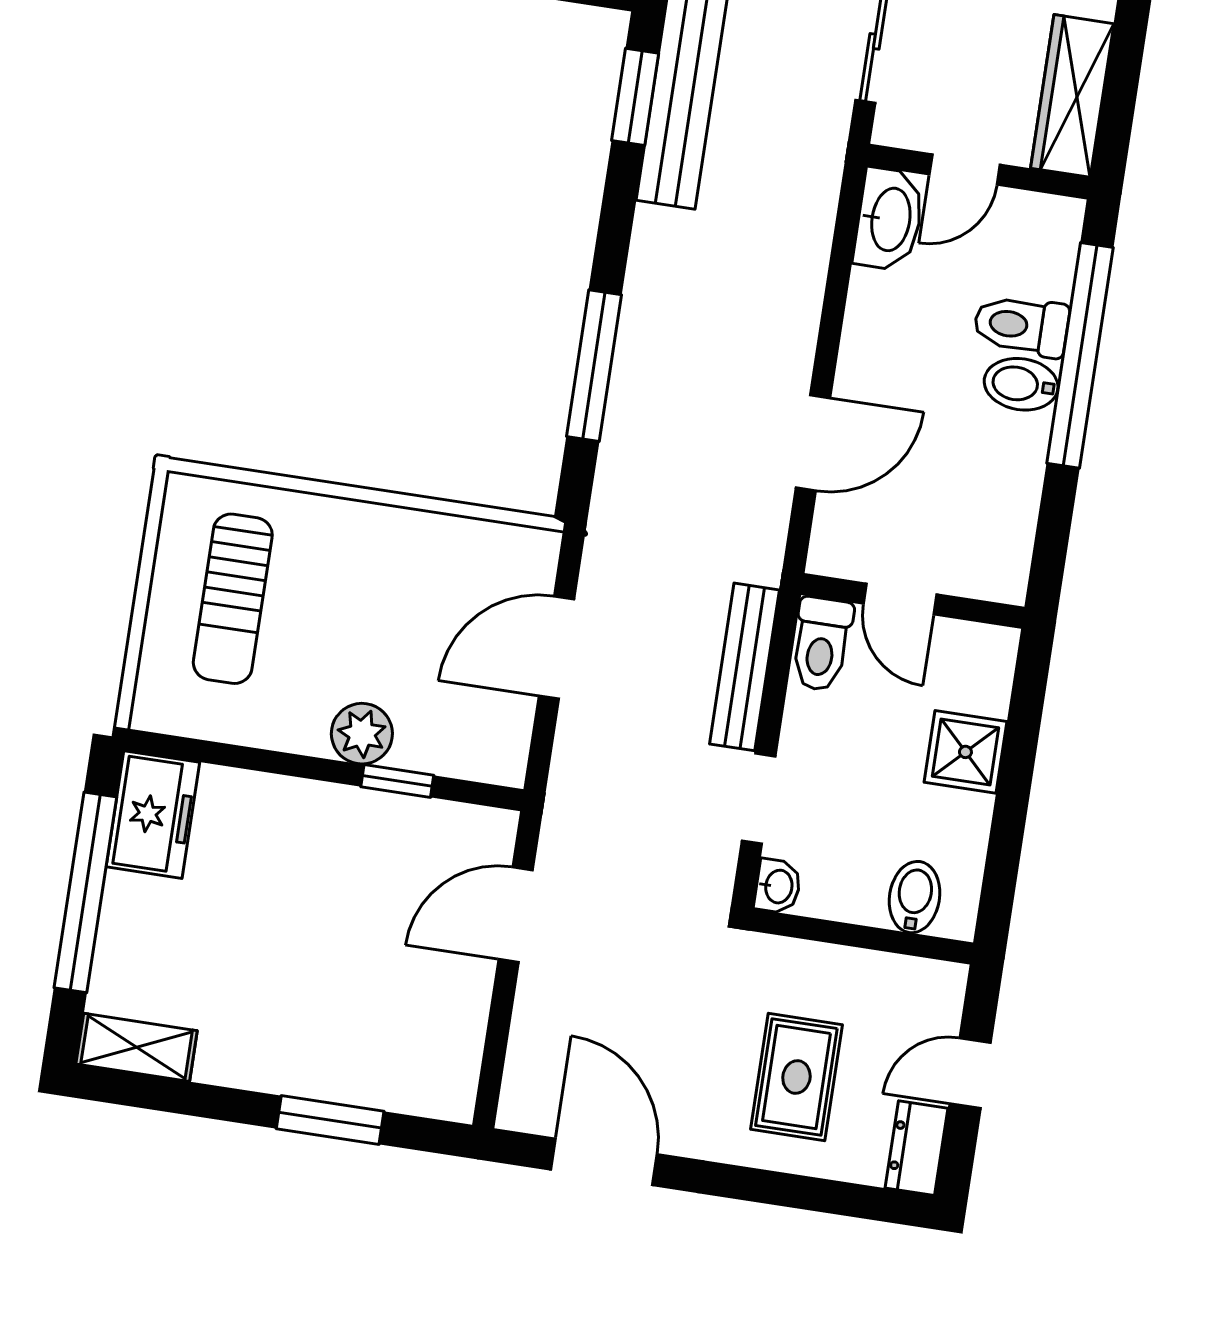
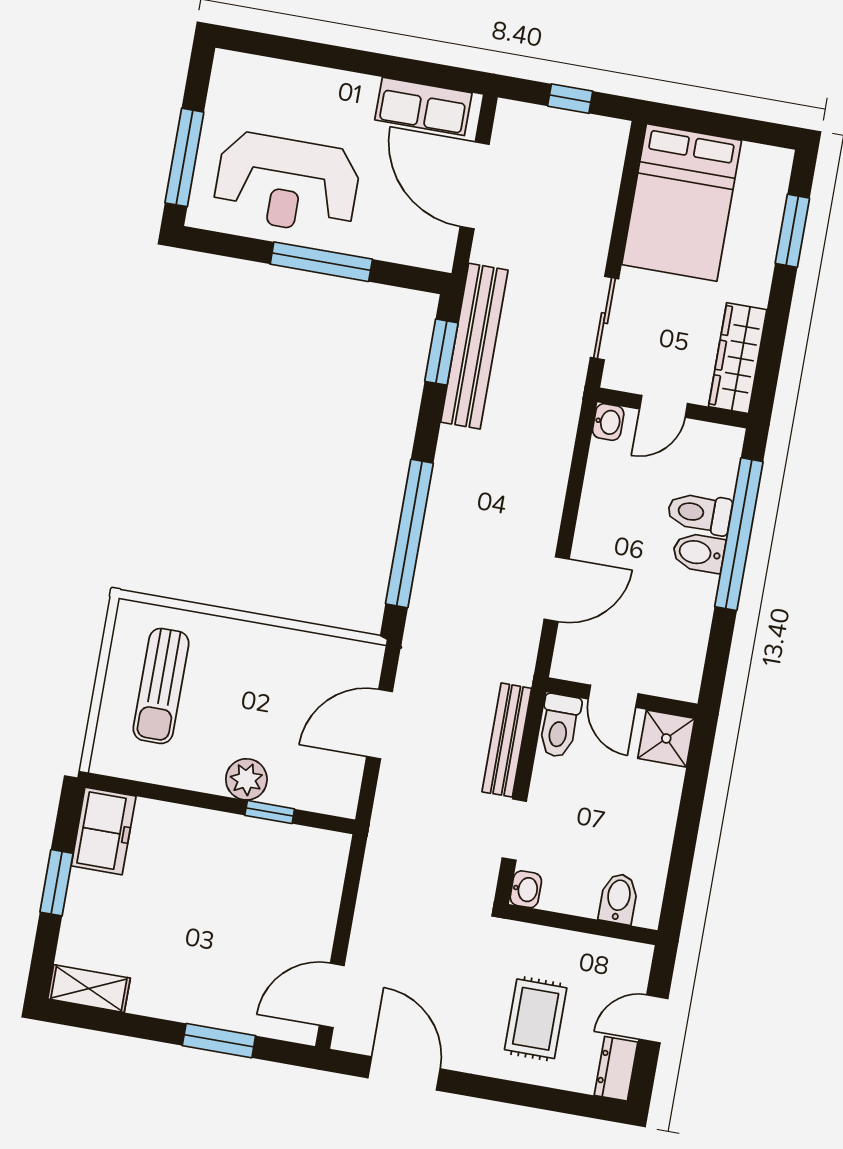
washbasin: (889, 219) -> (608, 422), width x0.52, depth x0.69
window: (594, 366) -> (409, 534), width x1.46
shower: (965, 752) -> (666, 738), moved
window: (85, 892) -> (57, 883), width x0.47
door: (516, 915) -> (332, 995), moved

